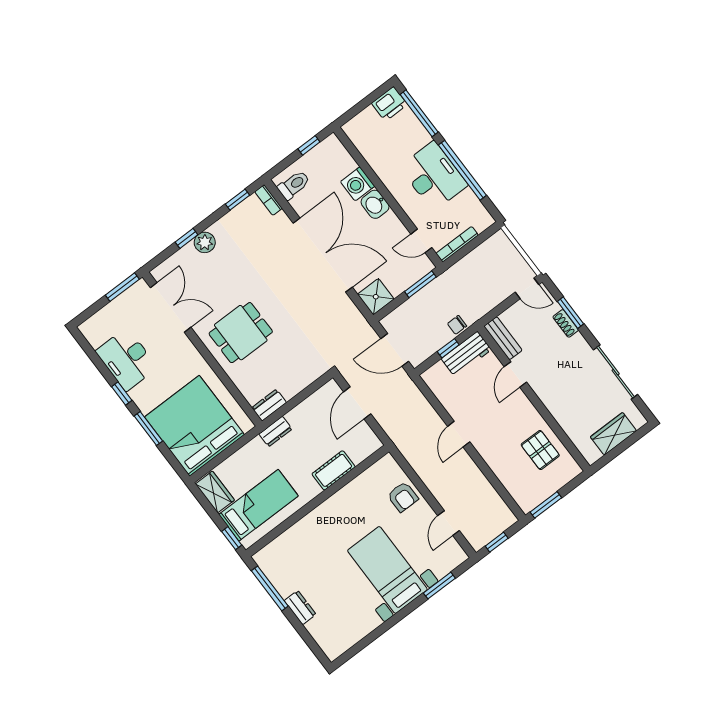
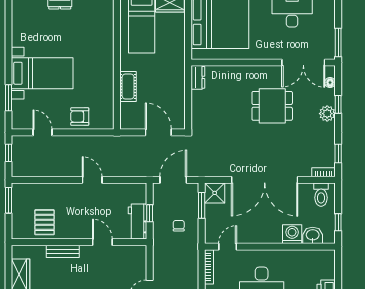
washbasin: (375, 204) -> (313, 235), moved
floor lamp: (170, 264) -> (330, 83), added
window: (420, 284) -> (202, 205), moved
chair: (457, 325) -> (179, 226), moved
dining table: (241, 333) -> (272, 106), moved, turned 90
bench: (503, 338) -> (63, 251), moved
dresser: (275, 432) -> (179, 69), removed
pallet: (540, 450) -> (45, 222), turned 90

